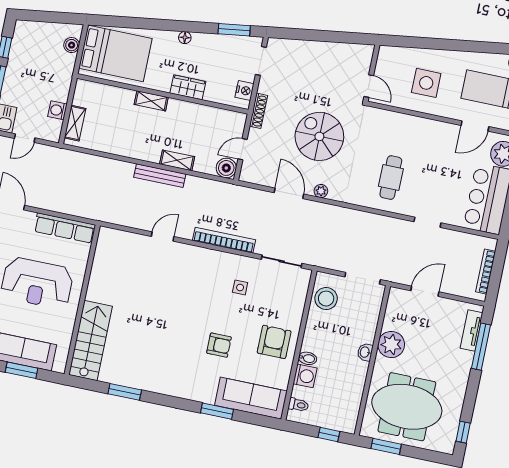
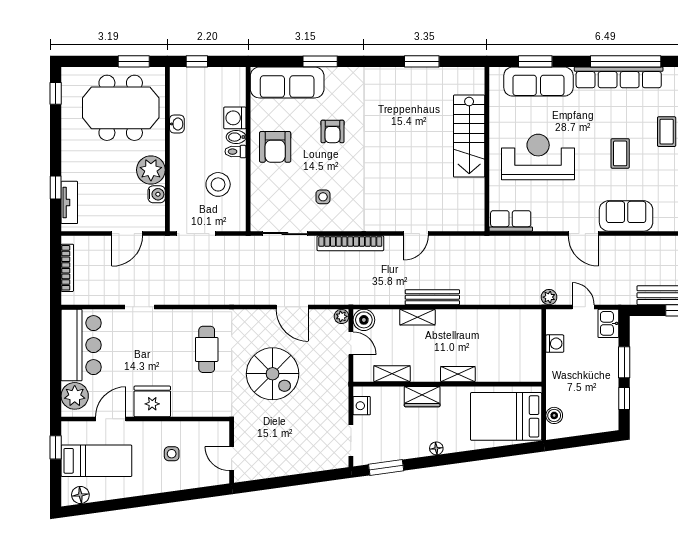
side table: (426, 83) -> (172, 454), width x0.54, depth x0.54
door: (369, 86) -> (232, 459), moved
shoe rack: (258, 111) -> (342, 387), removed
shelving: (75, 123) -> (392, 374), moved, turned 90
fridge: (434, 134) -> (152, 401), added
door: (25, 138) -> (583, 307), hinge flipped
door: (242, 149) -> (351, 343), hinge flipped
plant: (54, 154) -> (549, 297), added
cafe table: (391, 178) -> (207, 349), moved
plant: (321, 191) -> (342, 316), moved
row of seats: (65, 228) -> (511, 221), width x0.68
stool: (326, 299) -> (218, 184), moved
water cooler: (391, 321) -> (157, 194), added
stairs: (91, 340) -> (469, 136), moved
armchair: (219, 345) -> (333, 131), turned -90
window: (481, 347) -> (56, 188), width x0.46
washbasin: (365, 352) -> (177, 124), moved
toilet: (298, 405) -> (235, 152), moved

